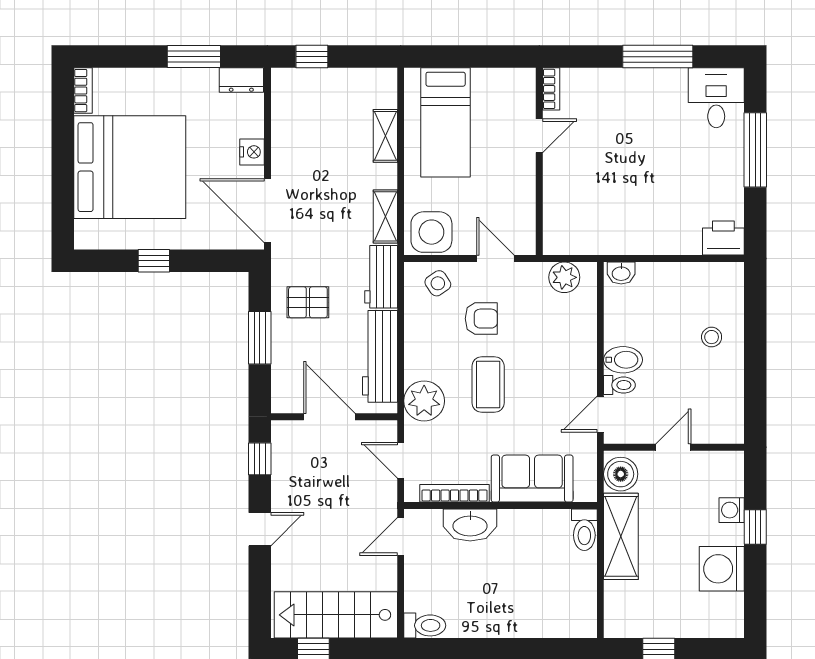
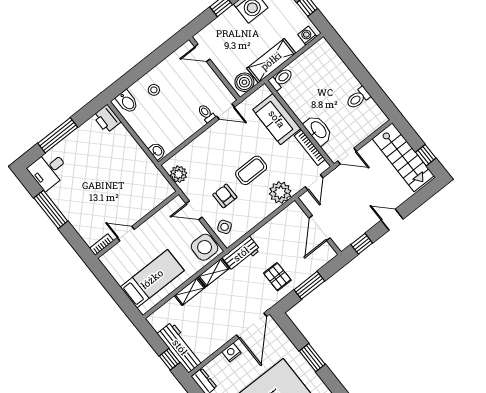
shelving: (385, 136) -> (190, 292), moved
door: (495, 259) -> (194, 210), hinge flipped
window: (154, 261) -> (312, 358), width x1.50
workbench: (380, 356) -> (180, 347), moved, turned -90
bidet: (623, 360) -> (127, 102), moved, turned 180
door: (673, 447) -> (202, 53), moved
washing machine: (732, 510) -> (307, 36), moved, turned 180
toilet: (425, 625) -> (358, 98), moved, turned -90

